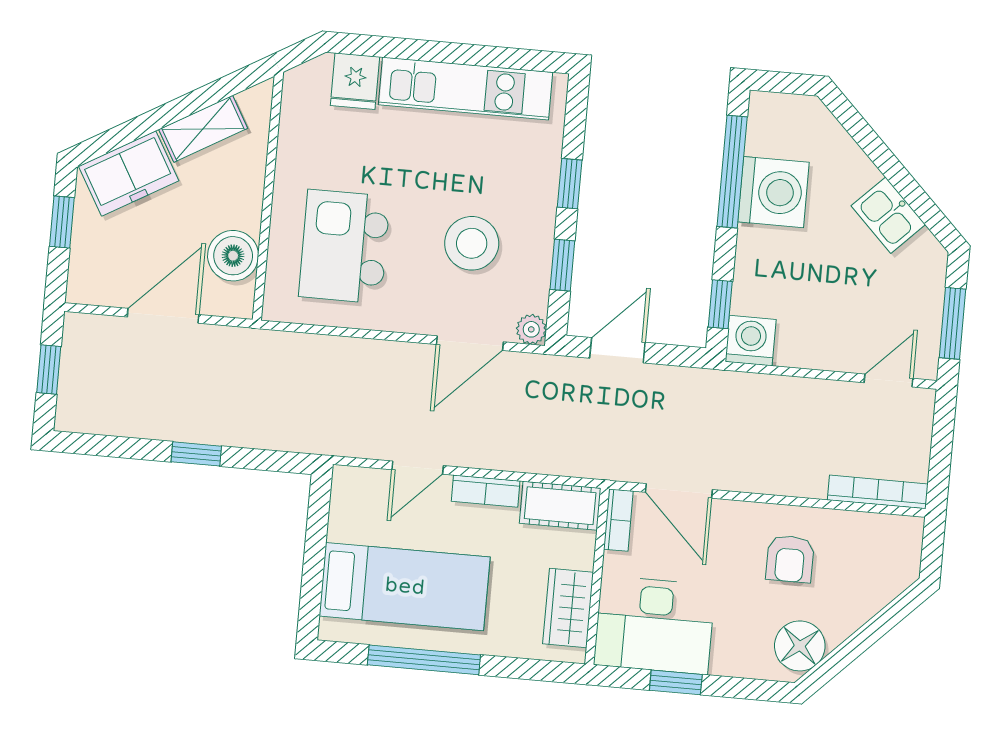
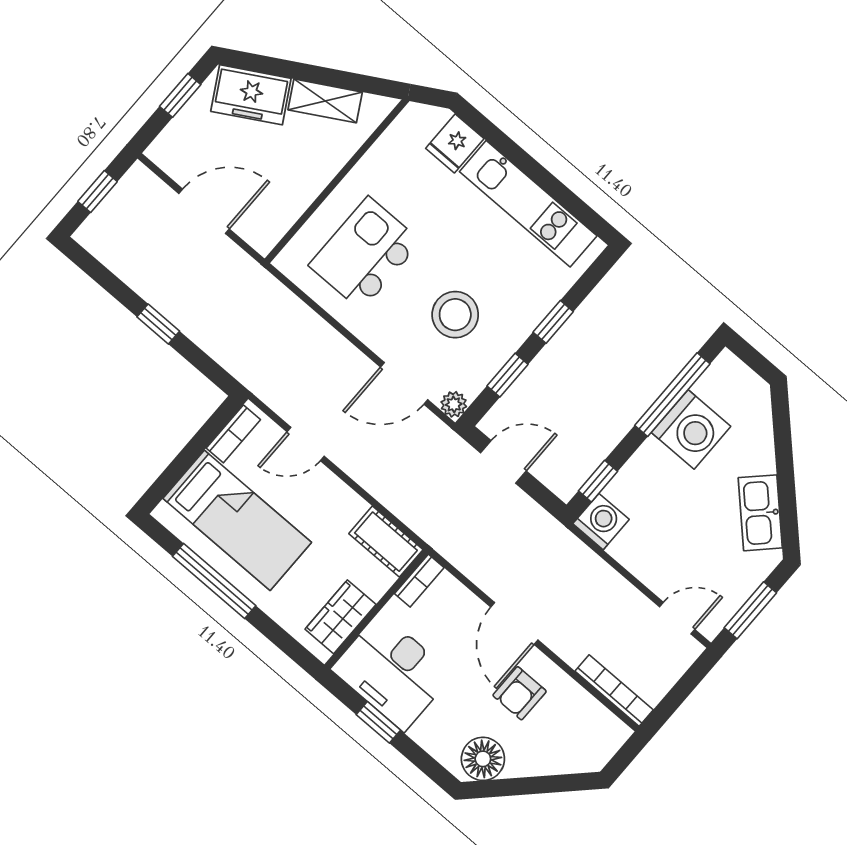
kitchen sink: (888, 215) -> (760, 513), width x1.38
boiler: (233, 256) -> (283, 204), removed
bookcase: (486, 491) -> (233, 434), moved, turned -90
door: (679, 491) -> (514, 624), moved

